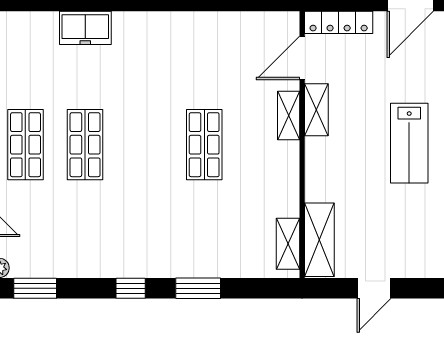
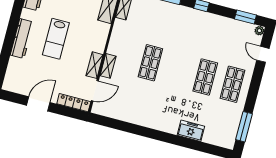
lab bench: (409, 143) -> (56, 39), turned 180

